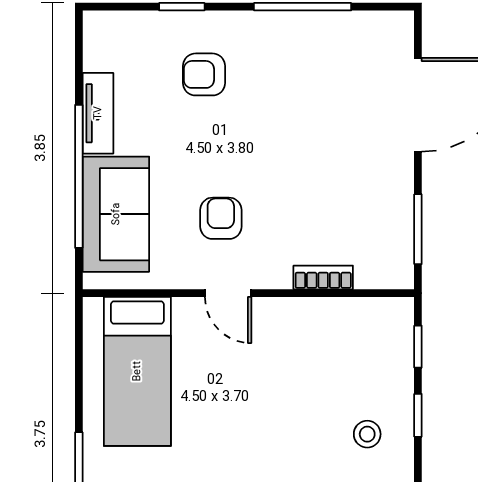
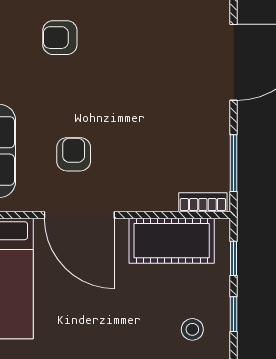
bookcase: (323, 277) -> (203, 202), moved
door: (228, 293) -> (79, 215), width x1.88
cot: (342, 325) -> (172, 241), added

